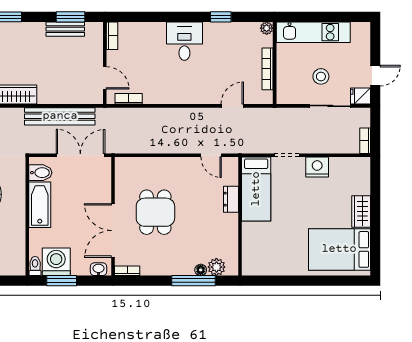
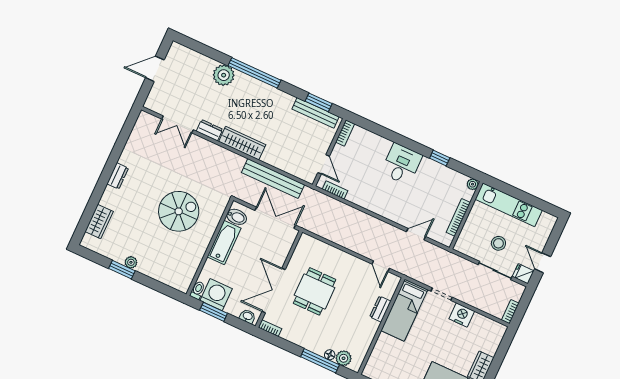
bench: (65, 29) -> (315, 113), width x1.36
door: (375, 76) -> (543, 263), swing flipped

